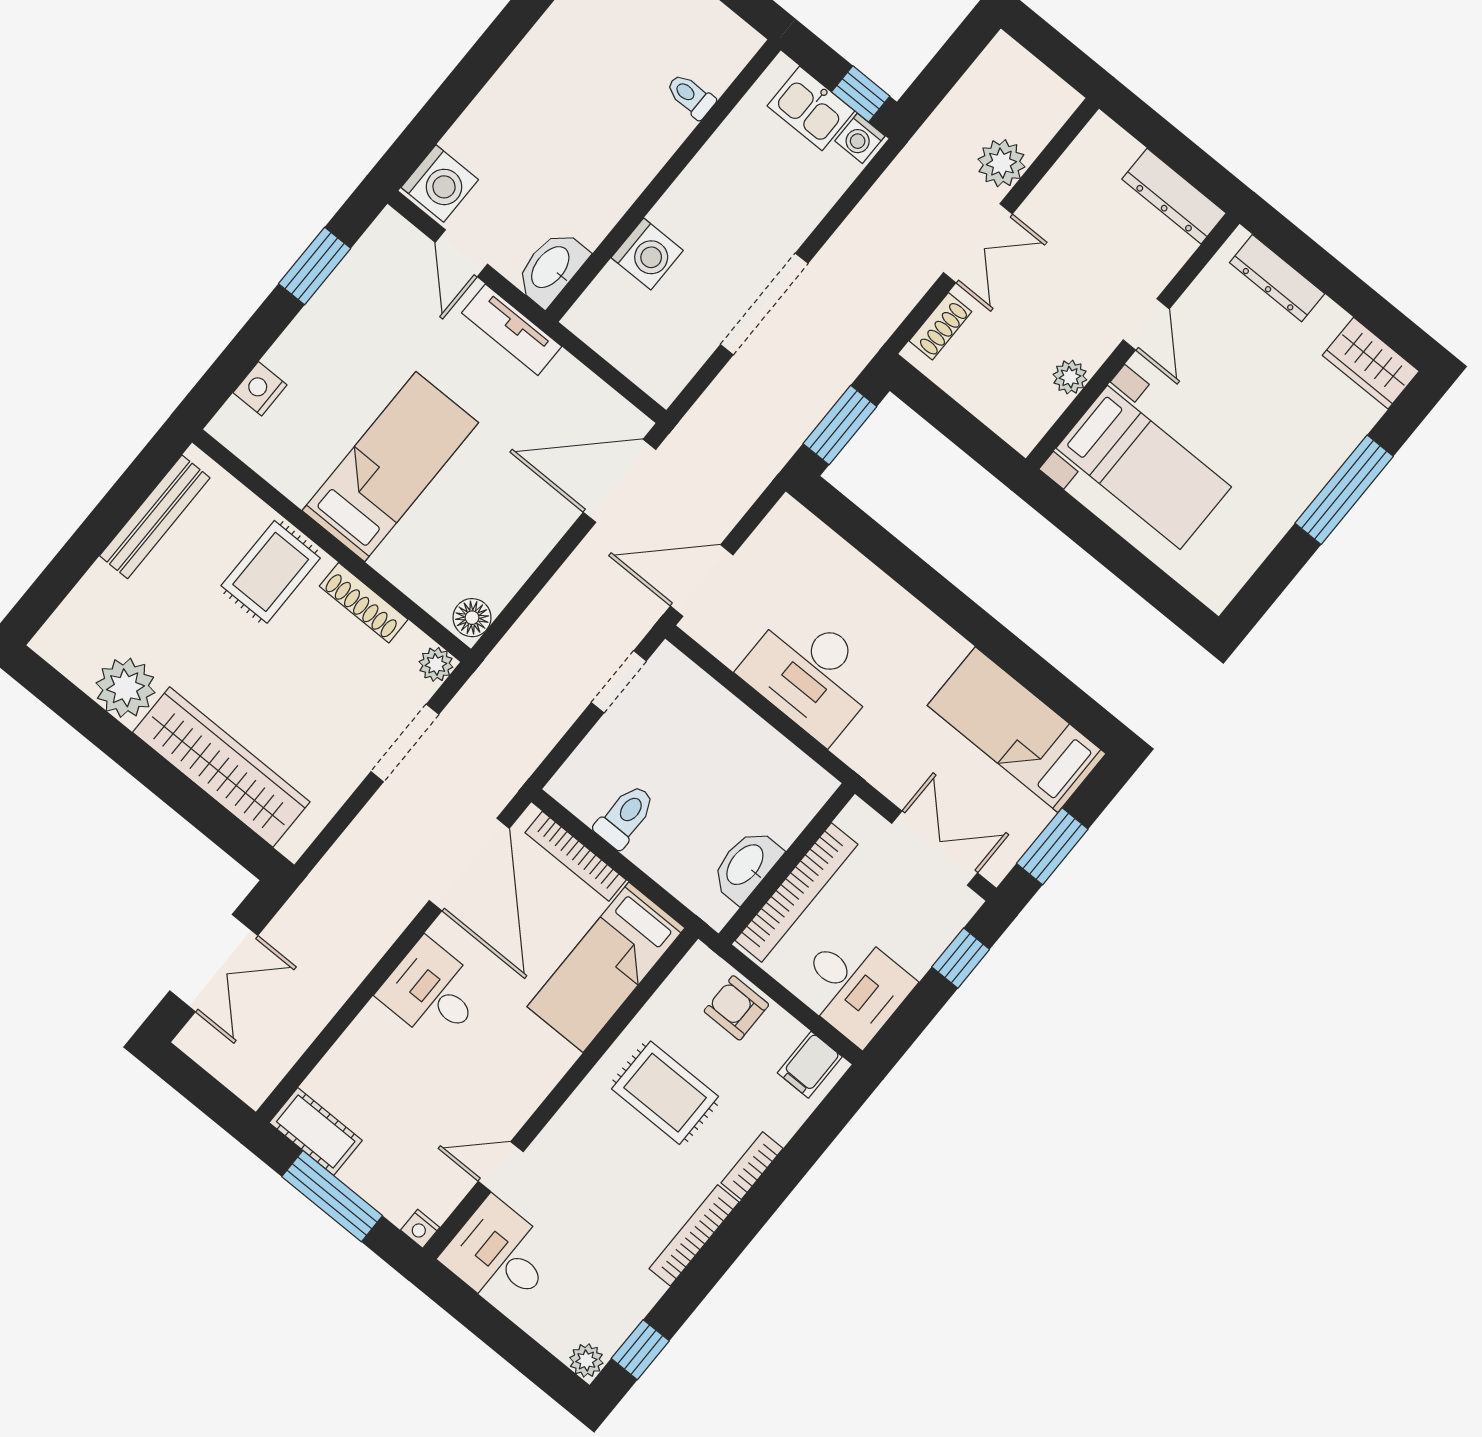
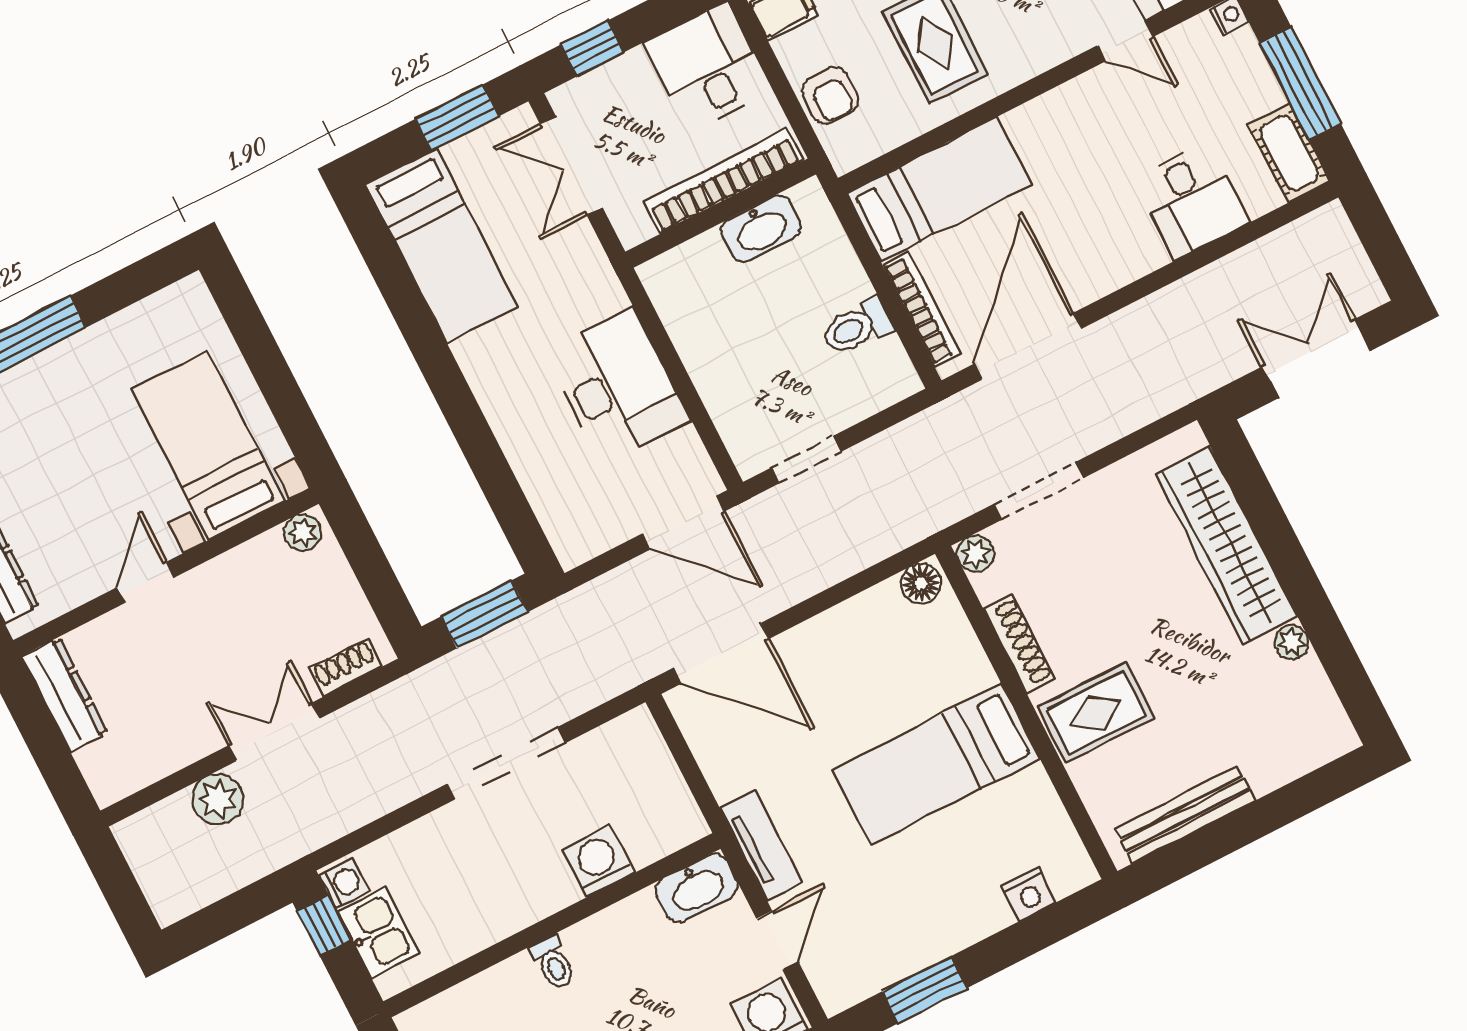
toilet: (691, 96) -> (553, 963), moved
plant: (1070, 377) -> (303, 532), moved
plant: (126, 688) -> (1292, 642), width x0.53, depth x0.53
desk: (432, 992) -> (1192, 201), moved

